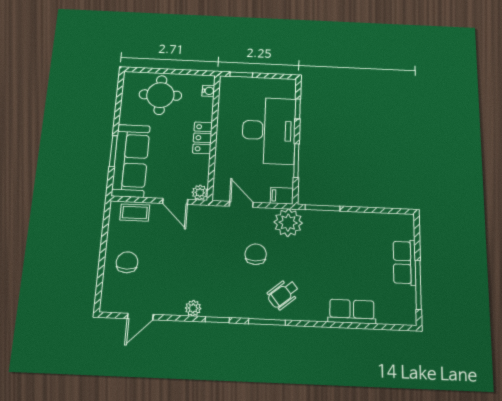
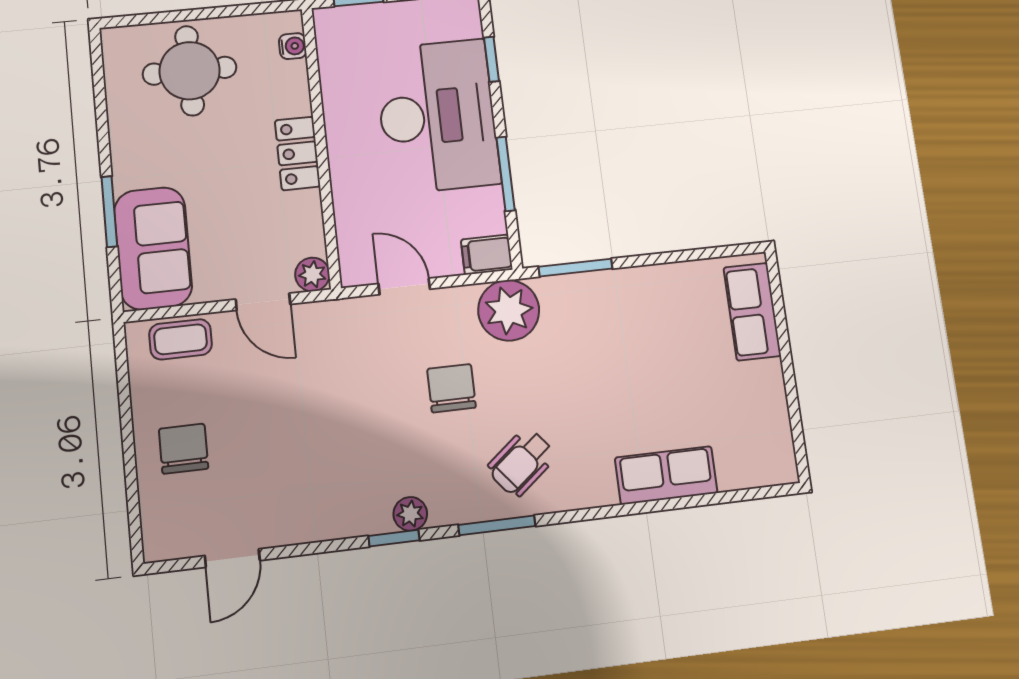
sofa: (131, 161) -> (153, 248), width x0.73
row of seats: (405, 262) -> (752, 312), moved
window: (418, 285) -> (792, 399), removed
plant: (193, 308) -> (410, 514), moved

